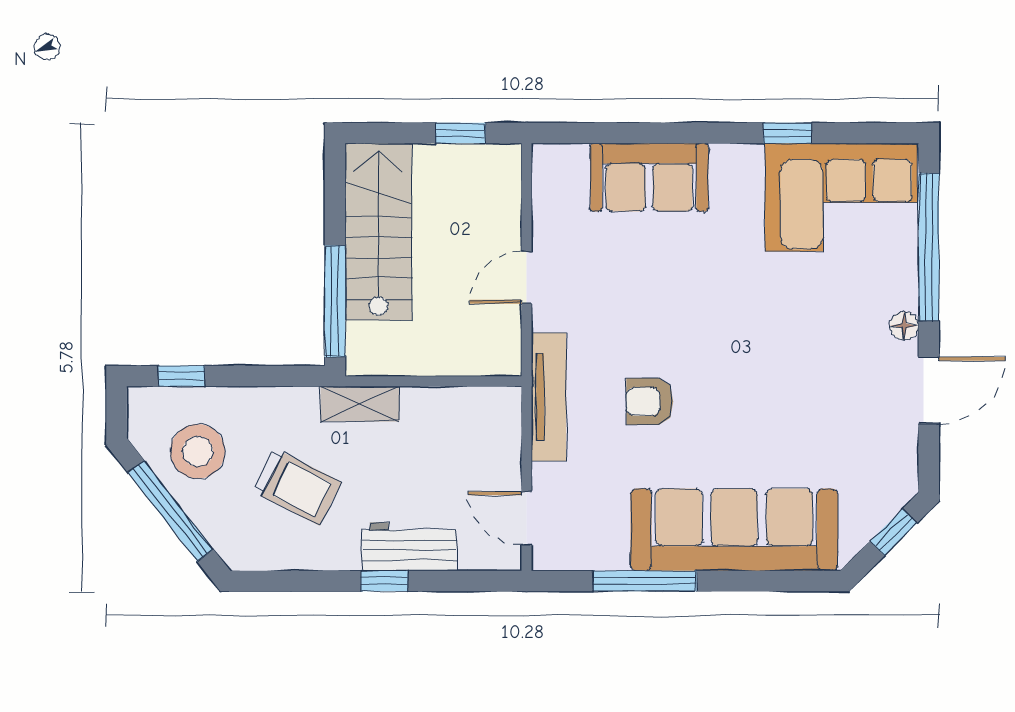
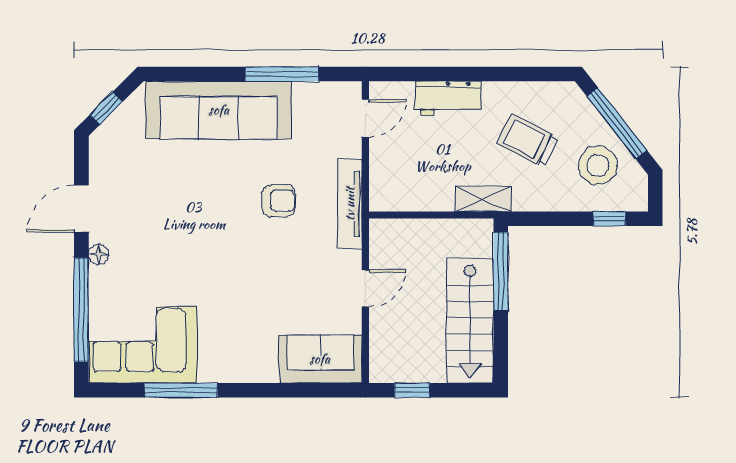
window: (787, 133) -> (181, 390), width x2.17
sofa: (649, 177) -> (320, 359), moved
door: (527, 518) -> (365, 118), hinge flipped
window: (384, 581) -> (466, 74), removed

